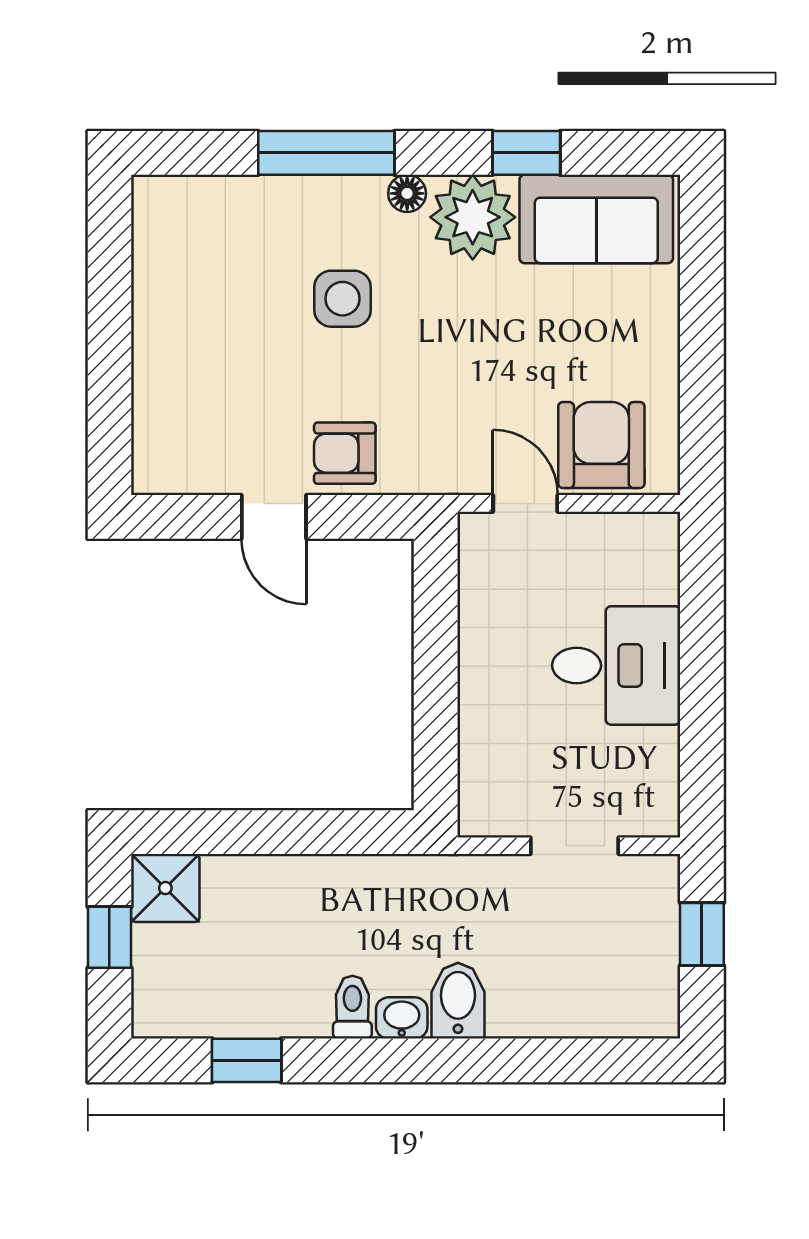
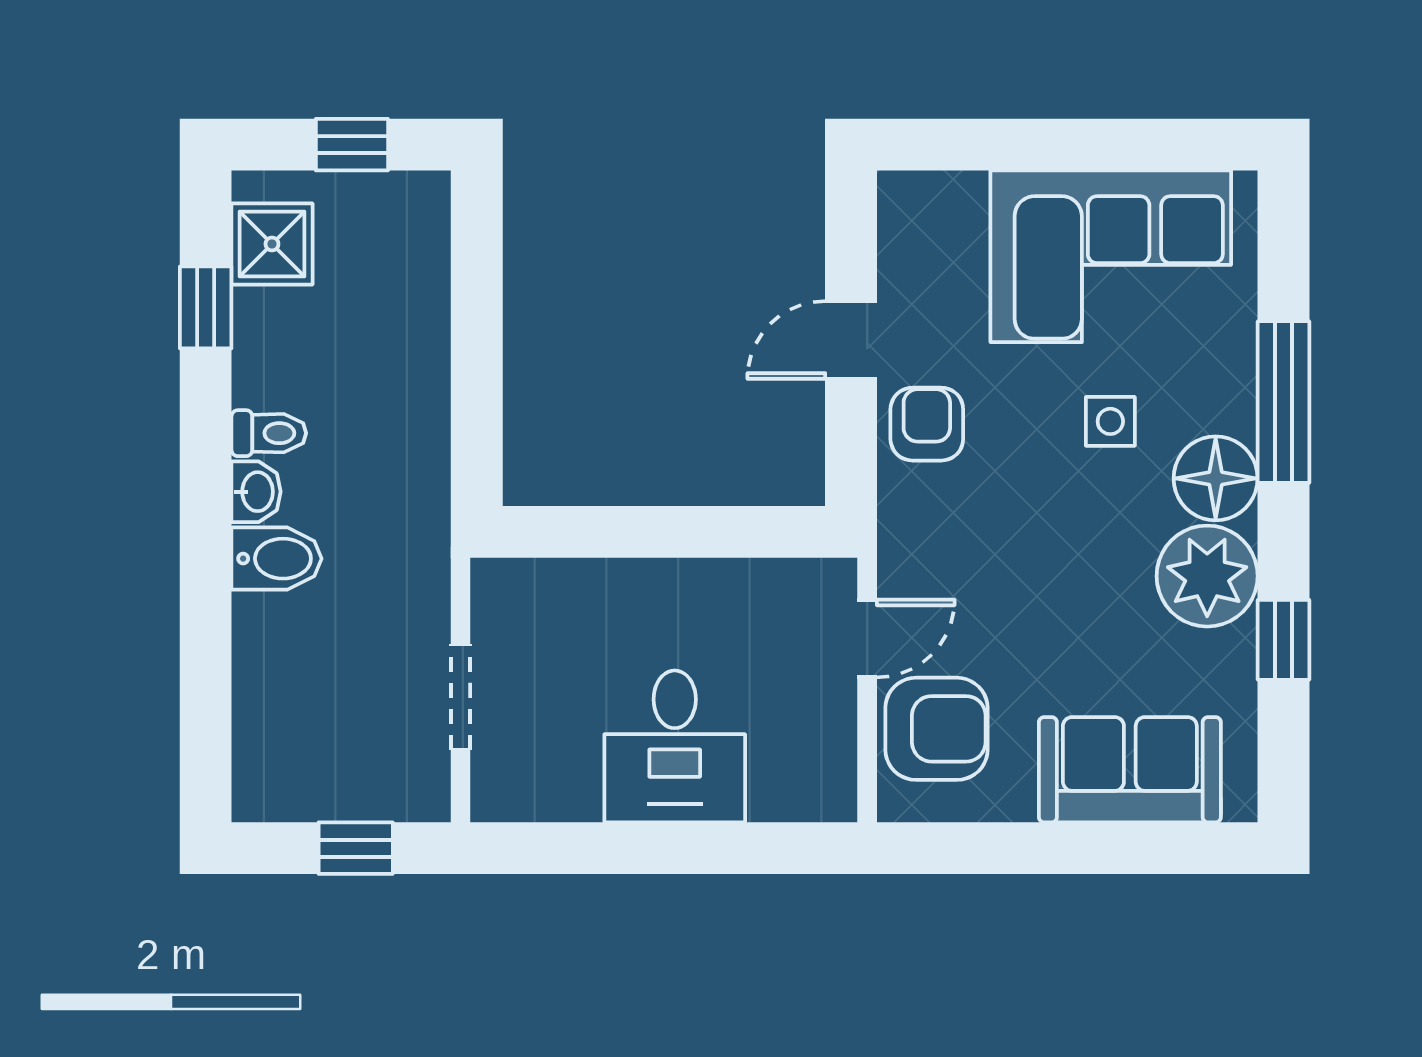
floor lamp: (407, 193) -> (1216, 478), width x1.89, depth x1.89
sofa: (596, 219) -> (1130, 770), moved, turned 90
corner sofa: (204, 298) -> (1111, 256), added
side table: (343, 299) -> (1110, 421), width x0.73, depth x0.73
shower: (165, 888) -> (272, 244), moved

